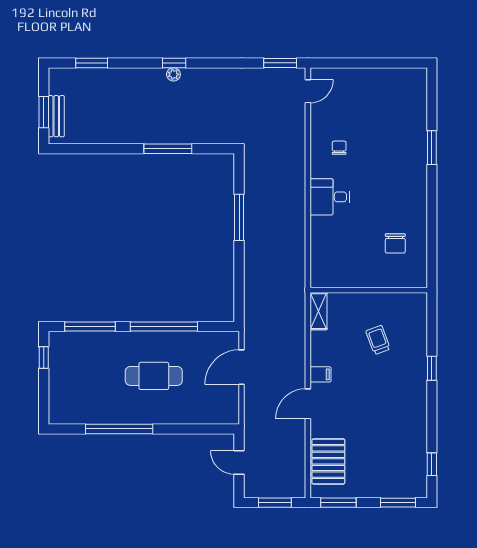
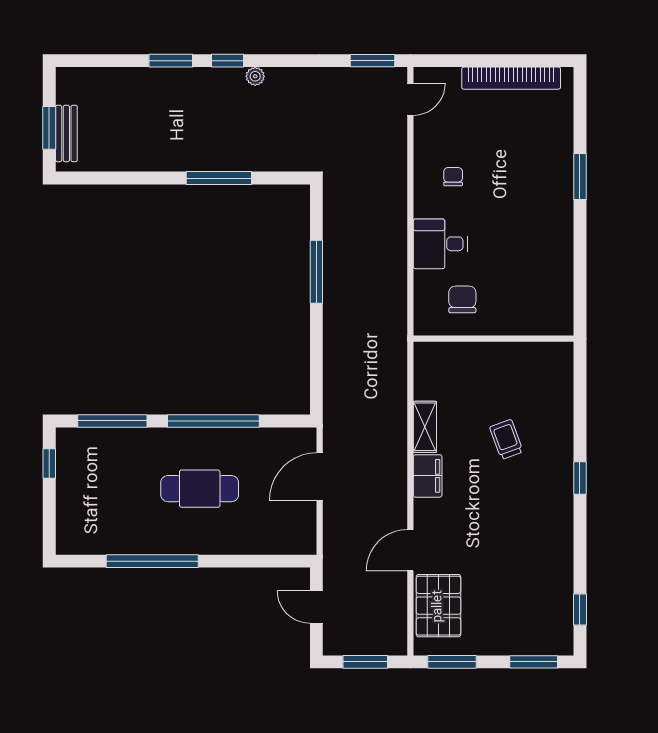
window: (92, 63) -> (171, 61), moved
plant: (173, 74) -> (255, 76), moved
bookcase: (382, 76) -> (511, 78), added
chair: (395, 243) -> (462, 299), moved, turned 180
wall: (369, 290) -> (494, 339), moved
shelving: (319, 311) -> (425, 427), moved
filing cabinet: (320, 374) -> (428, 476), width x2.00
door: (308, 404) -> (410, 550), moved

